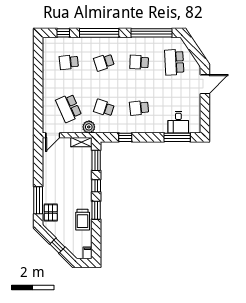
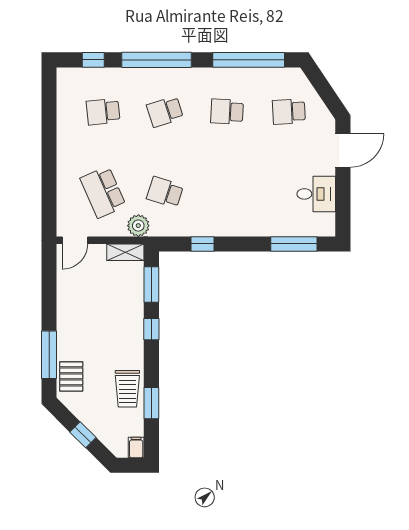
school desk: (174, 62) -> (289, 112), width x0.54
school desk: (139, 108) -> (227, 192), removed
desk: (178, 122) -> (316, 194), moved, turned -90
window: (96, 210) -> (151, 403), moved

